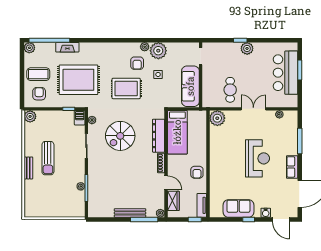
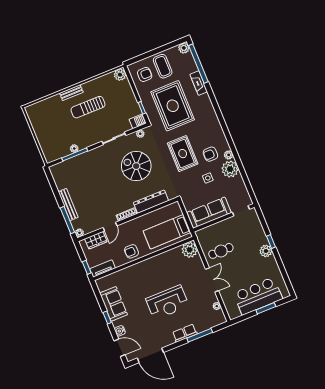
bed: (177, 132) -> (167, 232), moved
row of seats: (292, 167) -> (185, 333), moved
door: (281, 219) -> (120, 348), swing flipped

